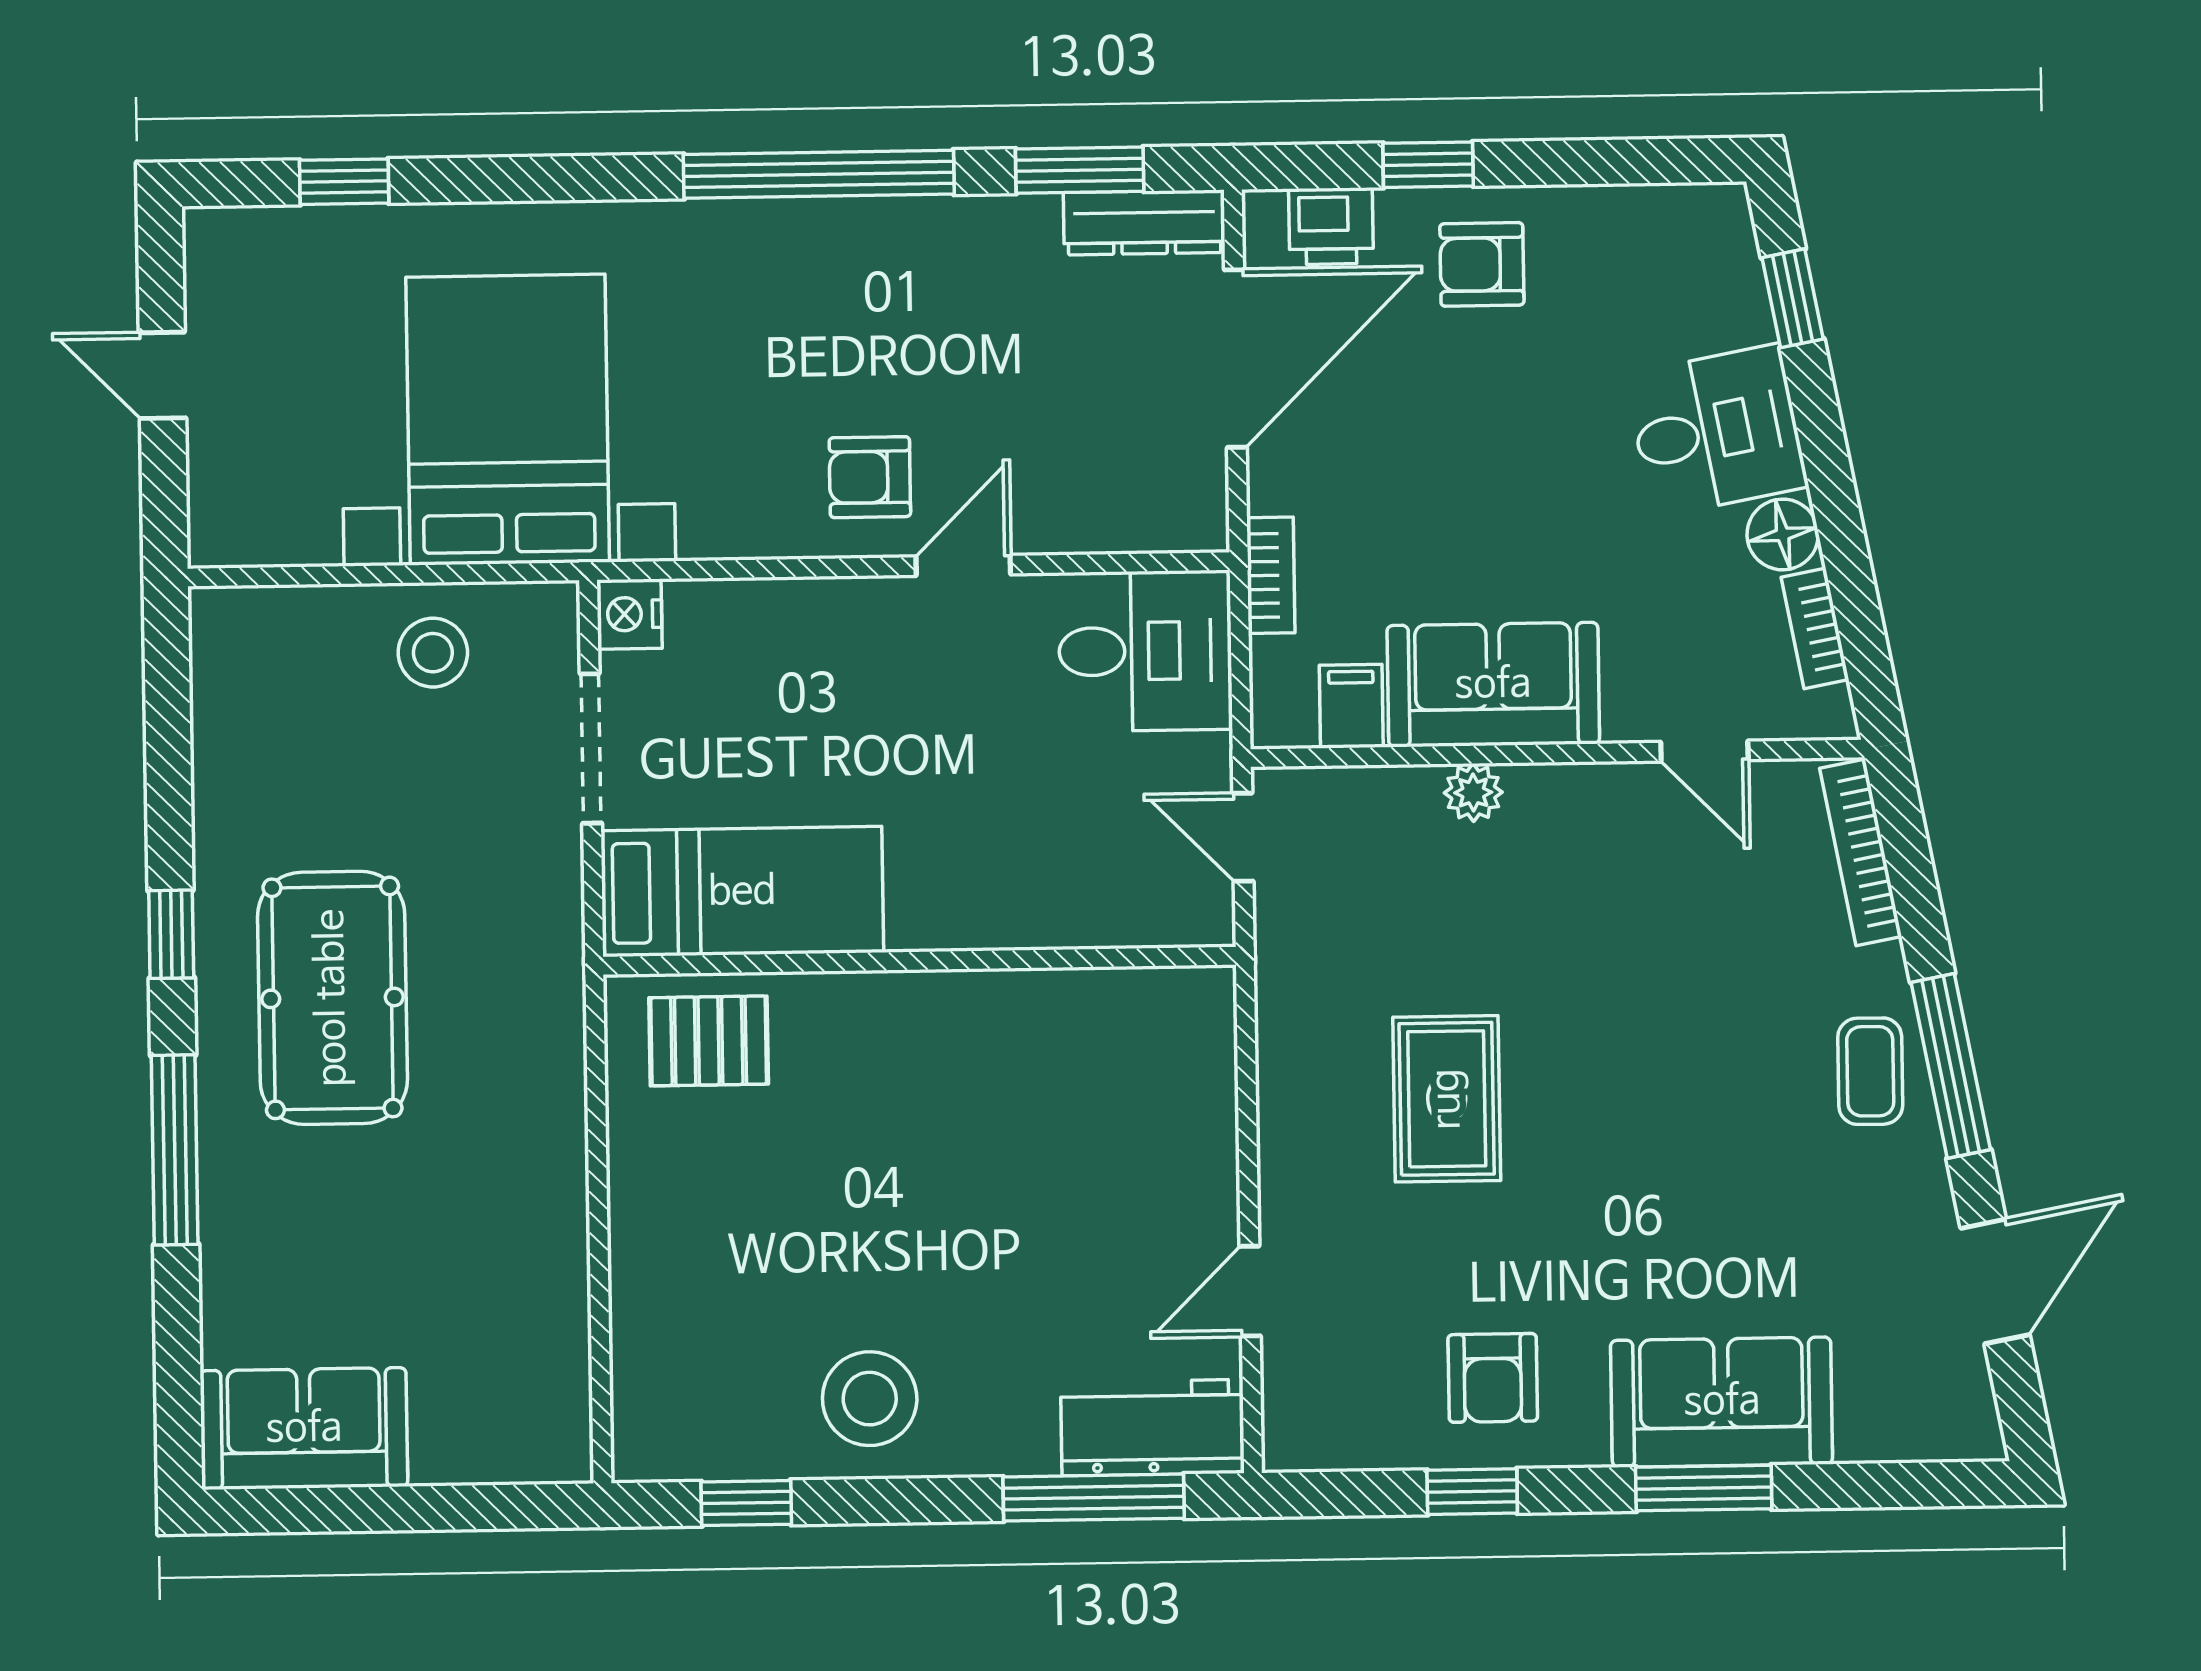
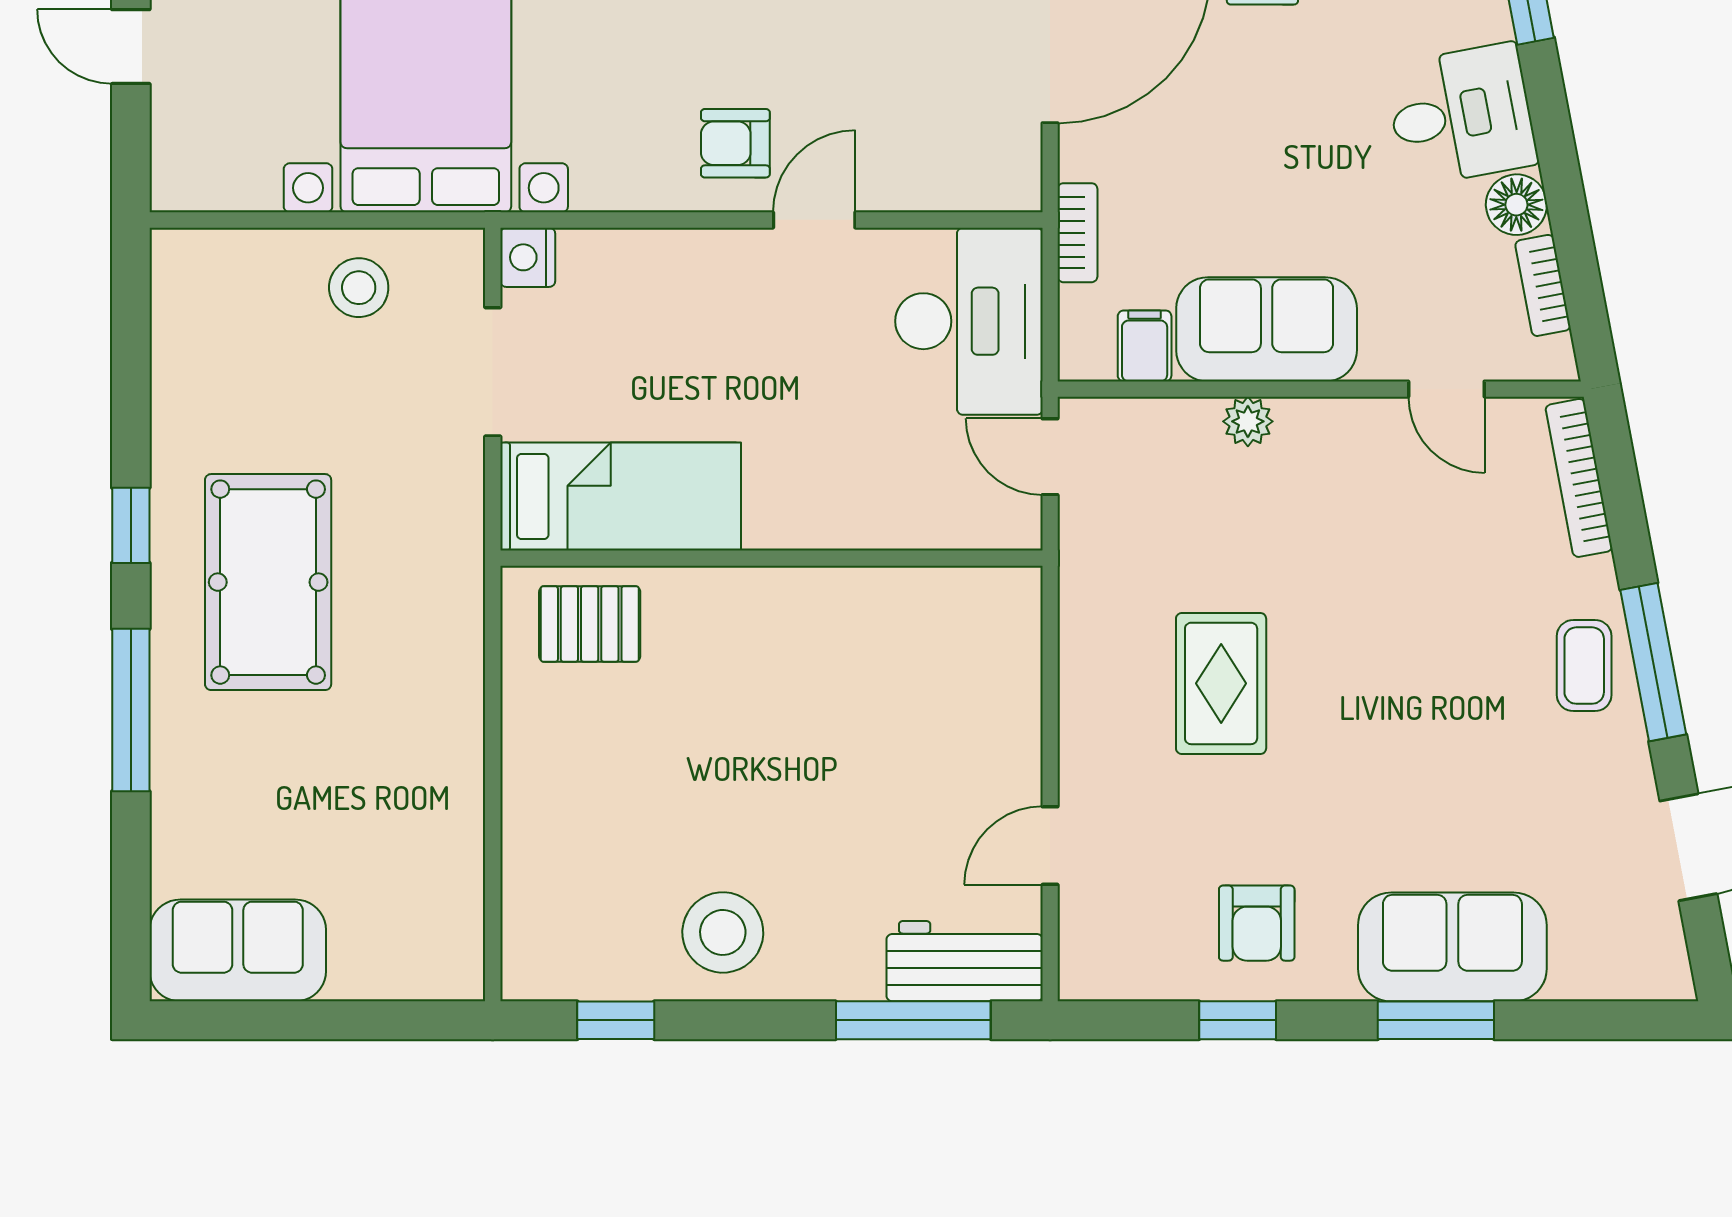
desk: (1145, 651) -> (969, 321), width x1.37

